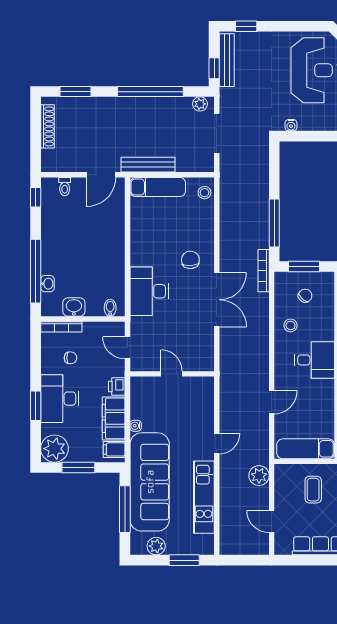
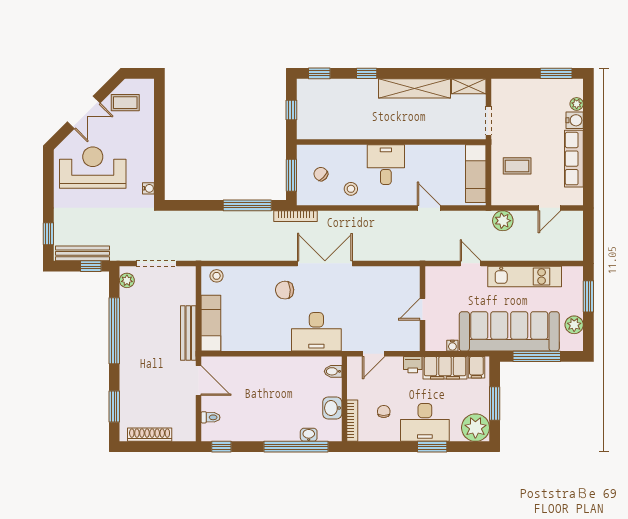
door: (172, 374) -> (423, 309), moved
wall: (172, 374) -> (423, 309), moved

